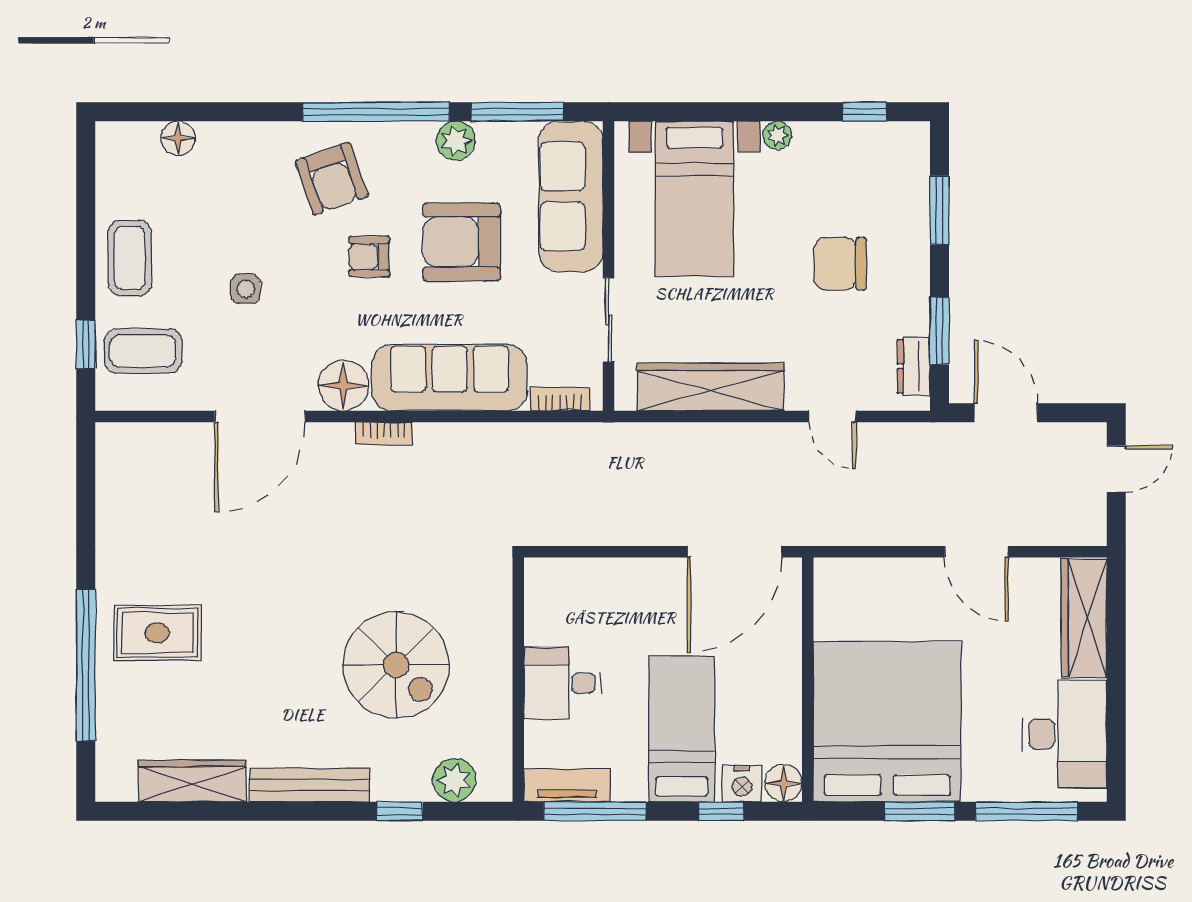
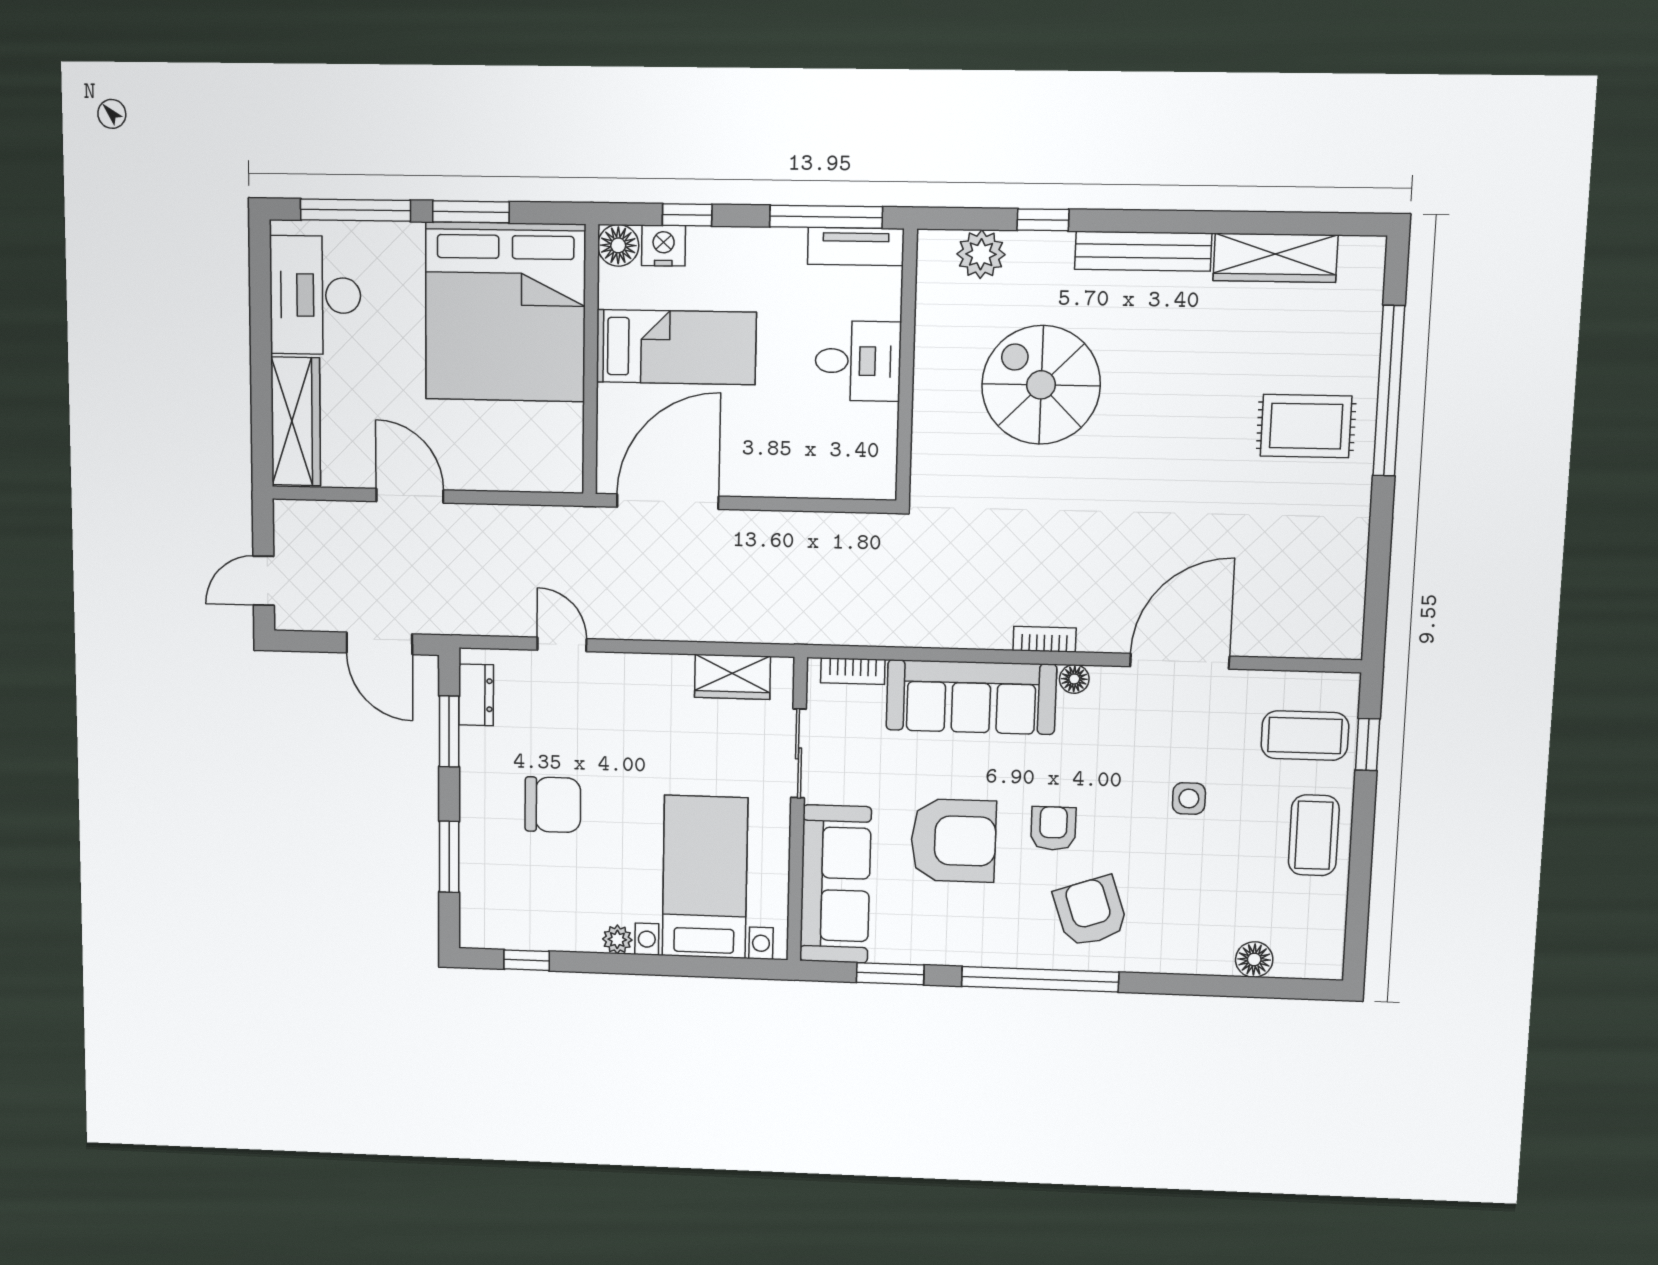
window: (517, 112) -> (890, 974), width x0.69
plant: (456, 141) -> (956, 946), removed
armchair: (369, 257) -> (1053, 828), turned -90
floor lamp: (343, 385) -> (1074, 679), width x0.53, depth x0.53
wardrobe: (710, 387) -> (732, 677), width x0.48, depth x0.85
bed: (682, 729) -> (676, 347), moved, turned -90

